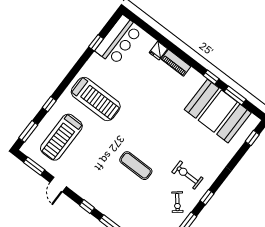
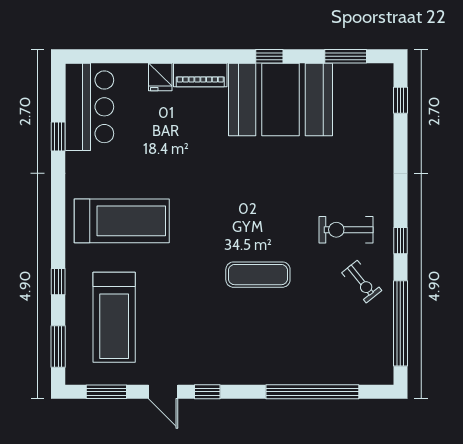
window: (235, 95) -> (346, 56), moved
booth: (218, 111) -> (281, 99), moved
window: (87, 207) -> (207, 392), moved

